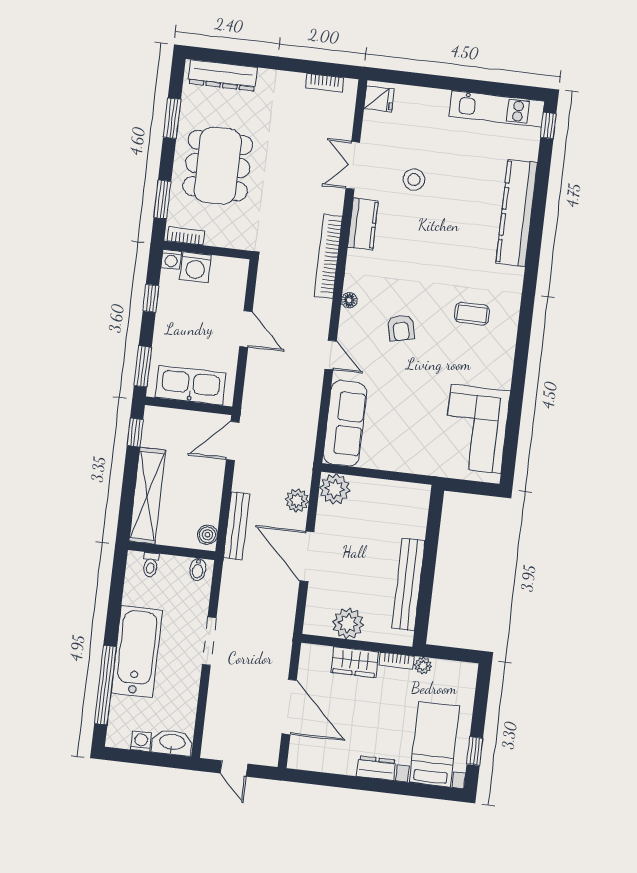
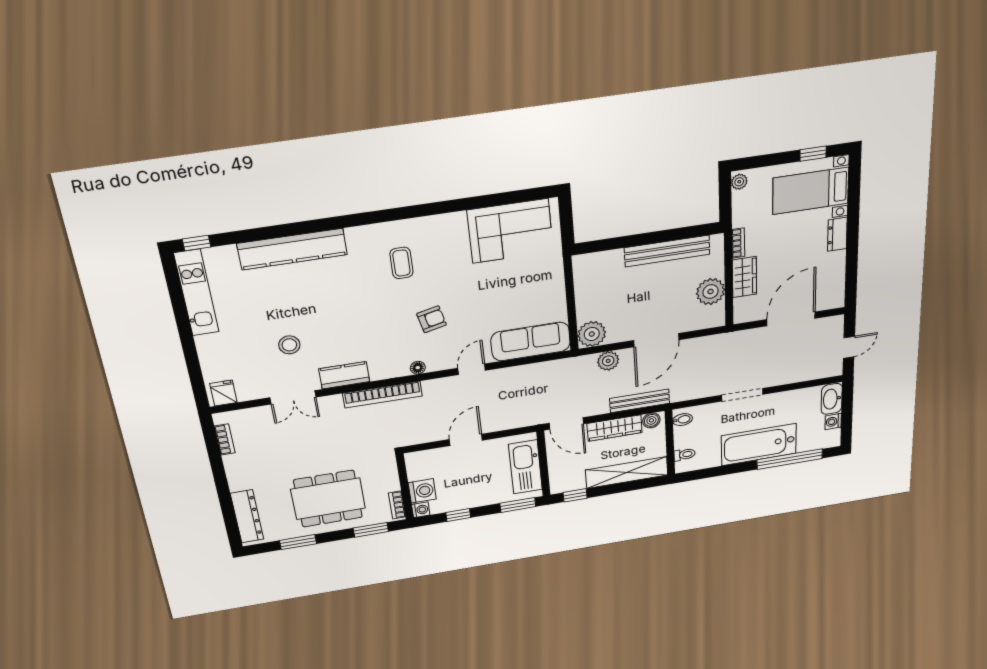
wardrobe: (210, 492) -> (615, 428), added
plant: (423, 666) -> (739, 182), moved

